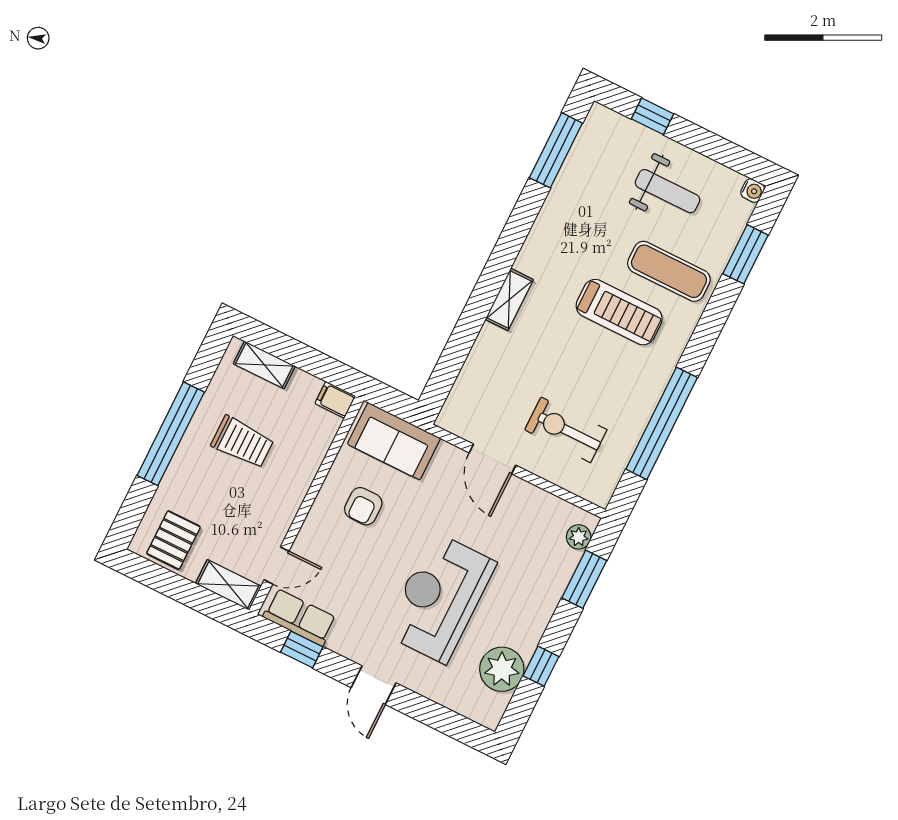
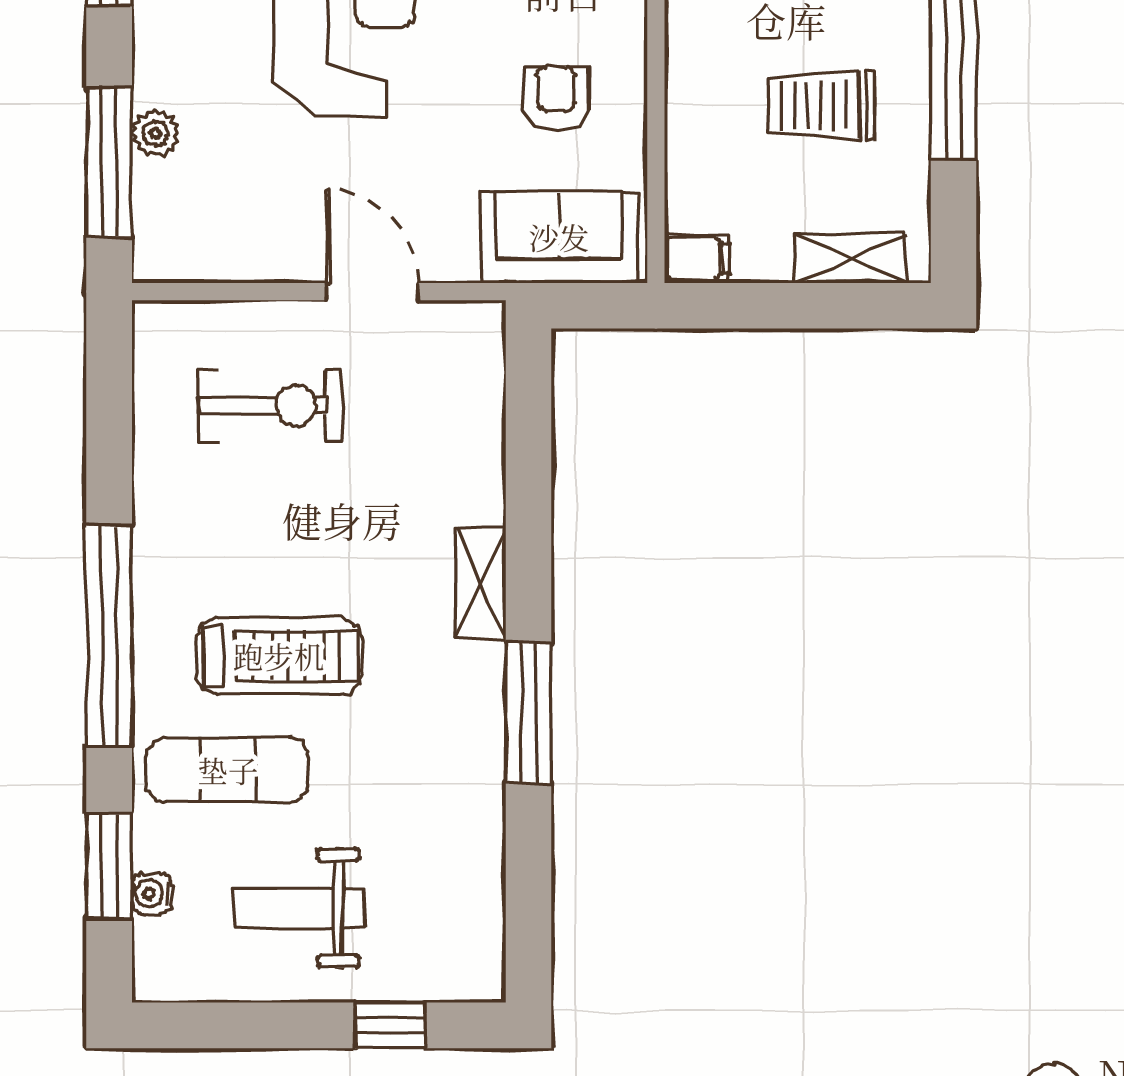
window: (556, 150) -> (528, 713), moved
water cooler: (753, 191) -> (152, 894), moved
treadmill: (619, 312) -> (279, 656), turned 180
window: (662, 423) -> (109, 636), moved
plant: (579, 537) -> (155, 133), moved
window: (584, 579) -> (109, 162), width x1.44

